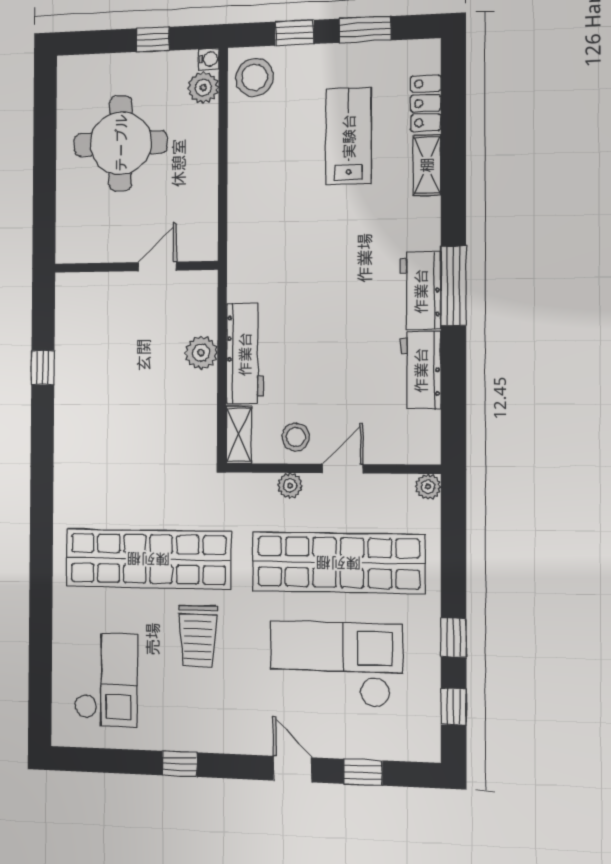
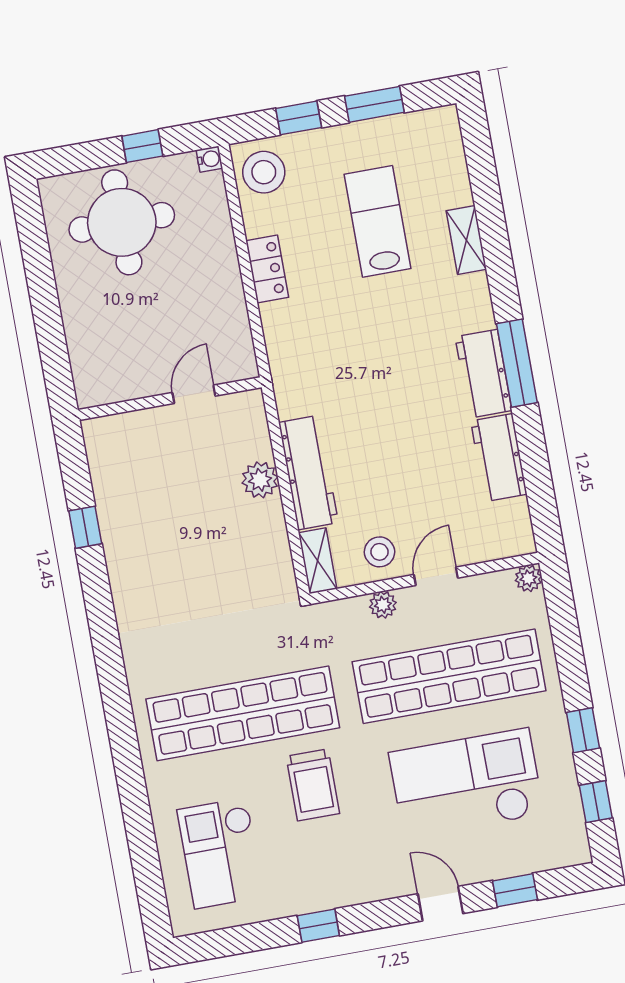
plant: (203, 88) -> (209, 191), removed
locker: (426, 103) -> (267, 269), moved, turned 180
round table: (121, 143) -> (122, 222), moved
checkout: (106, 680) -> (221, 853), turned 180

